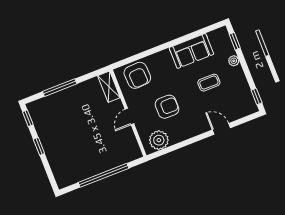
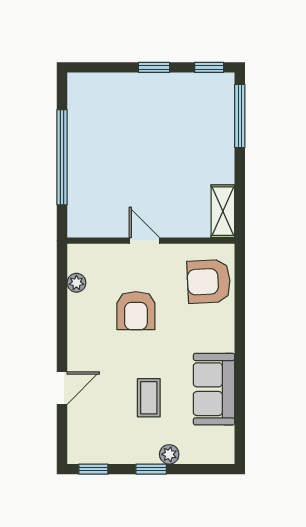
window: (235, 41) -> (151, 469), moved
shelving: (109, 87) -> (223, 211), moved, turned 90
window: (60, 88) -> (240, 116), moved
plant: (159, 140) -> (76, 283), width x0.53, depth x0.53

